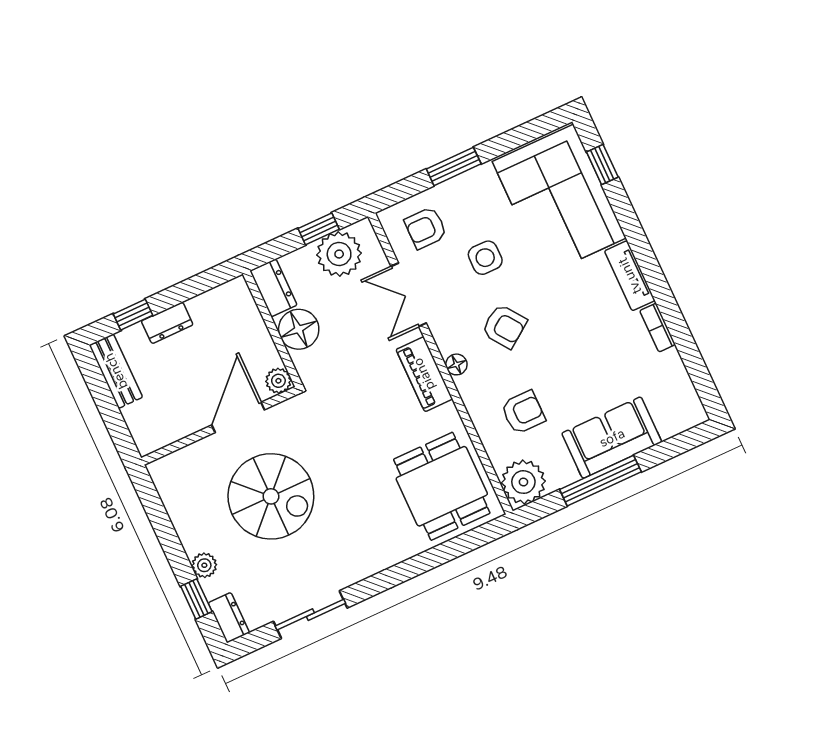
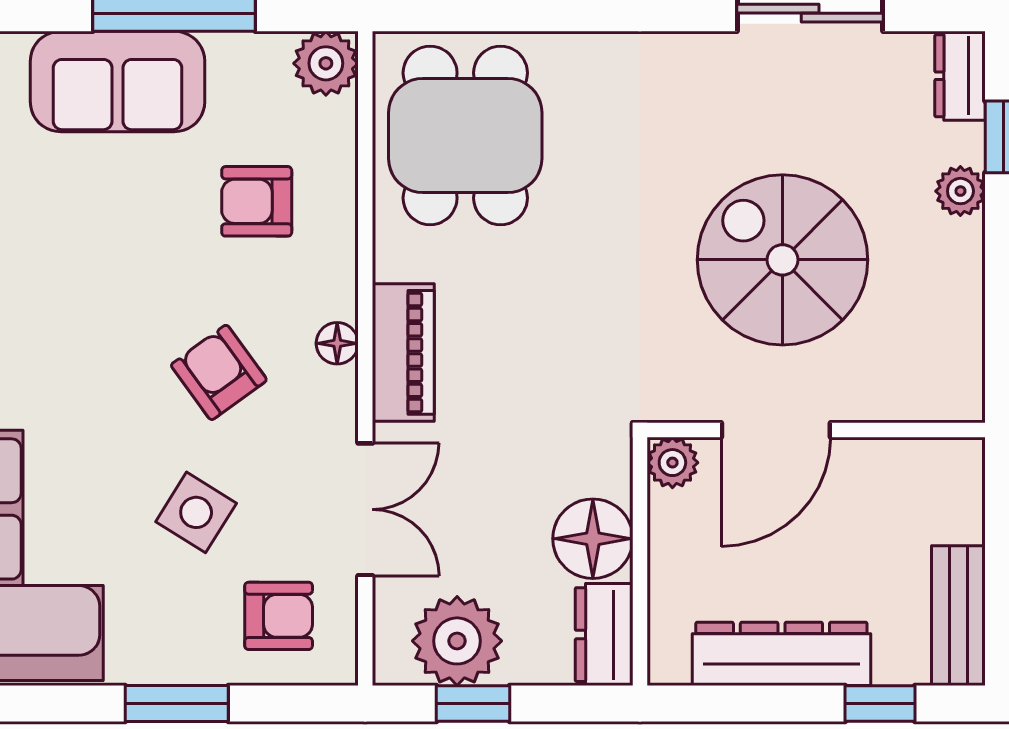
side table: (485, 258) -> (196, 512), turned 32
dresser: (167, 323) -> (781, 654), width x1.96, depth x1.24
plant: (523, 482) -> (326, 63), width x0.73, depth x0.73

